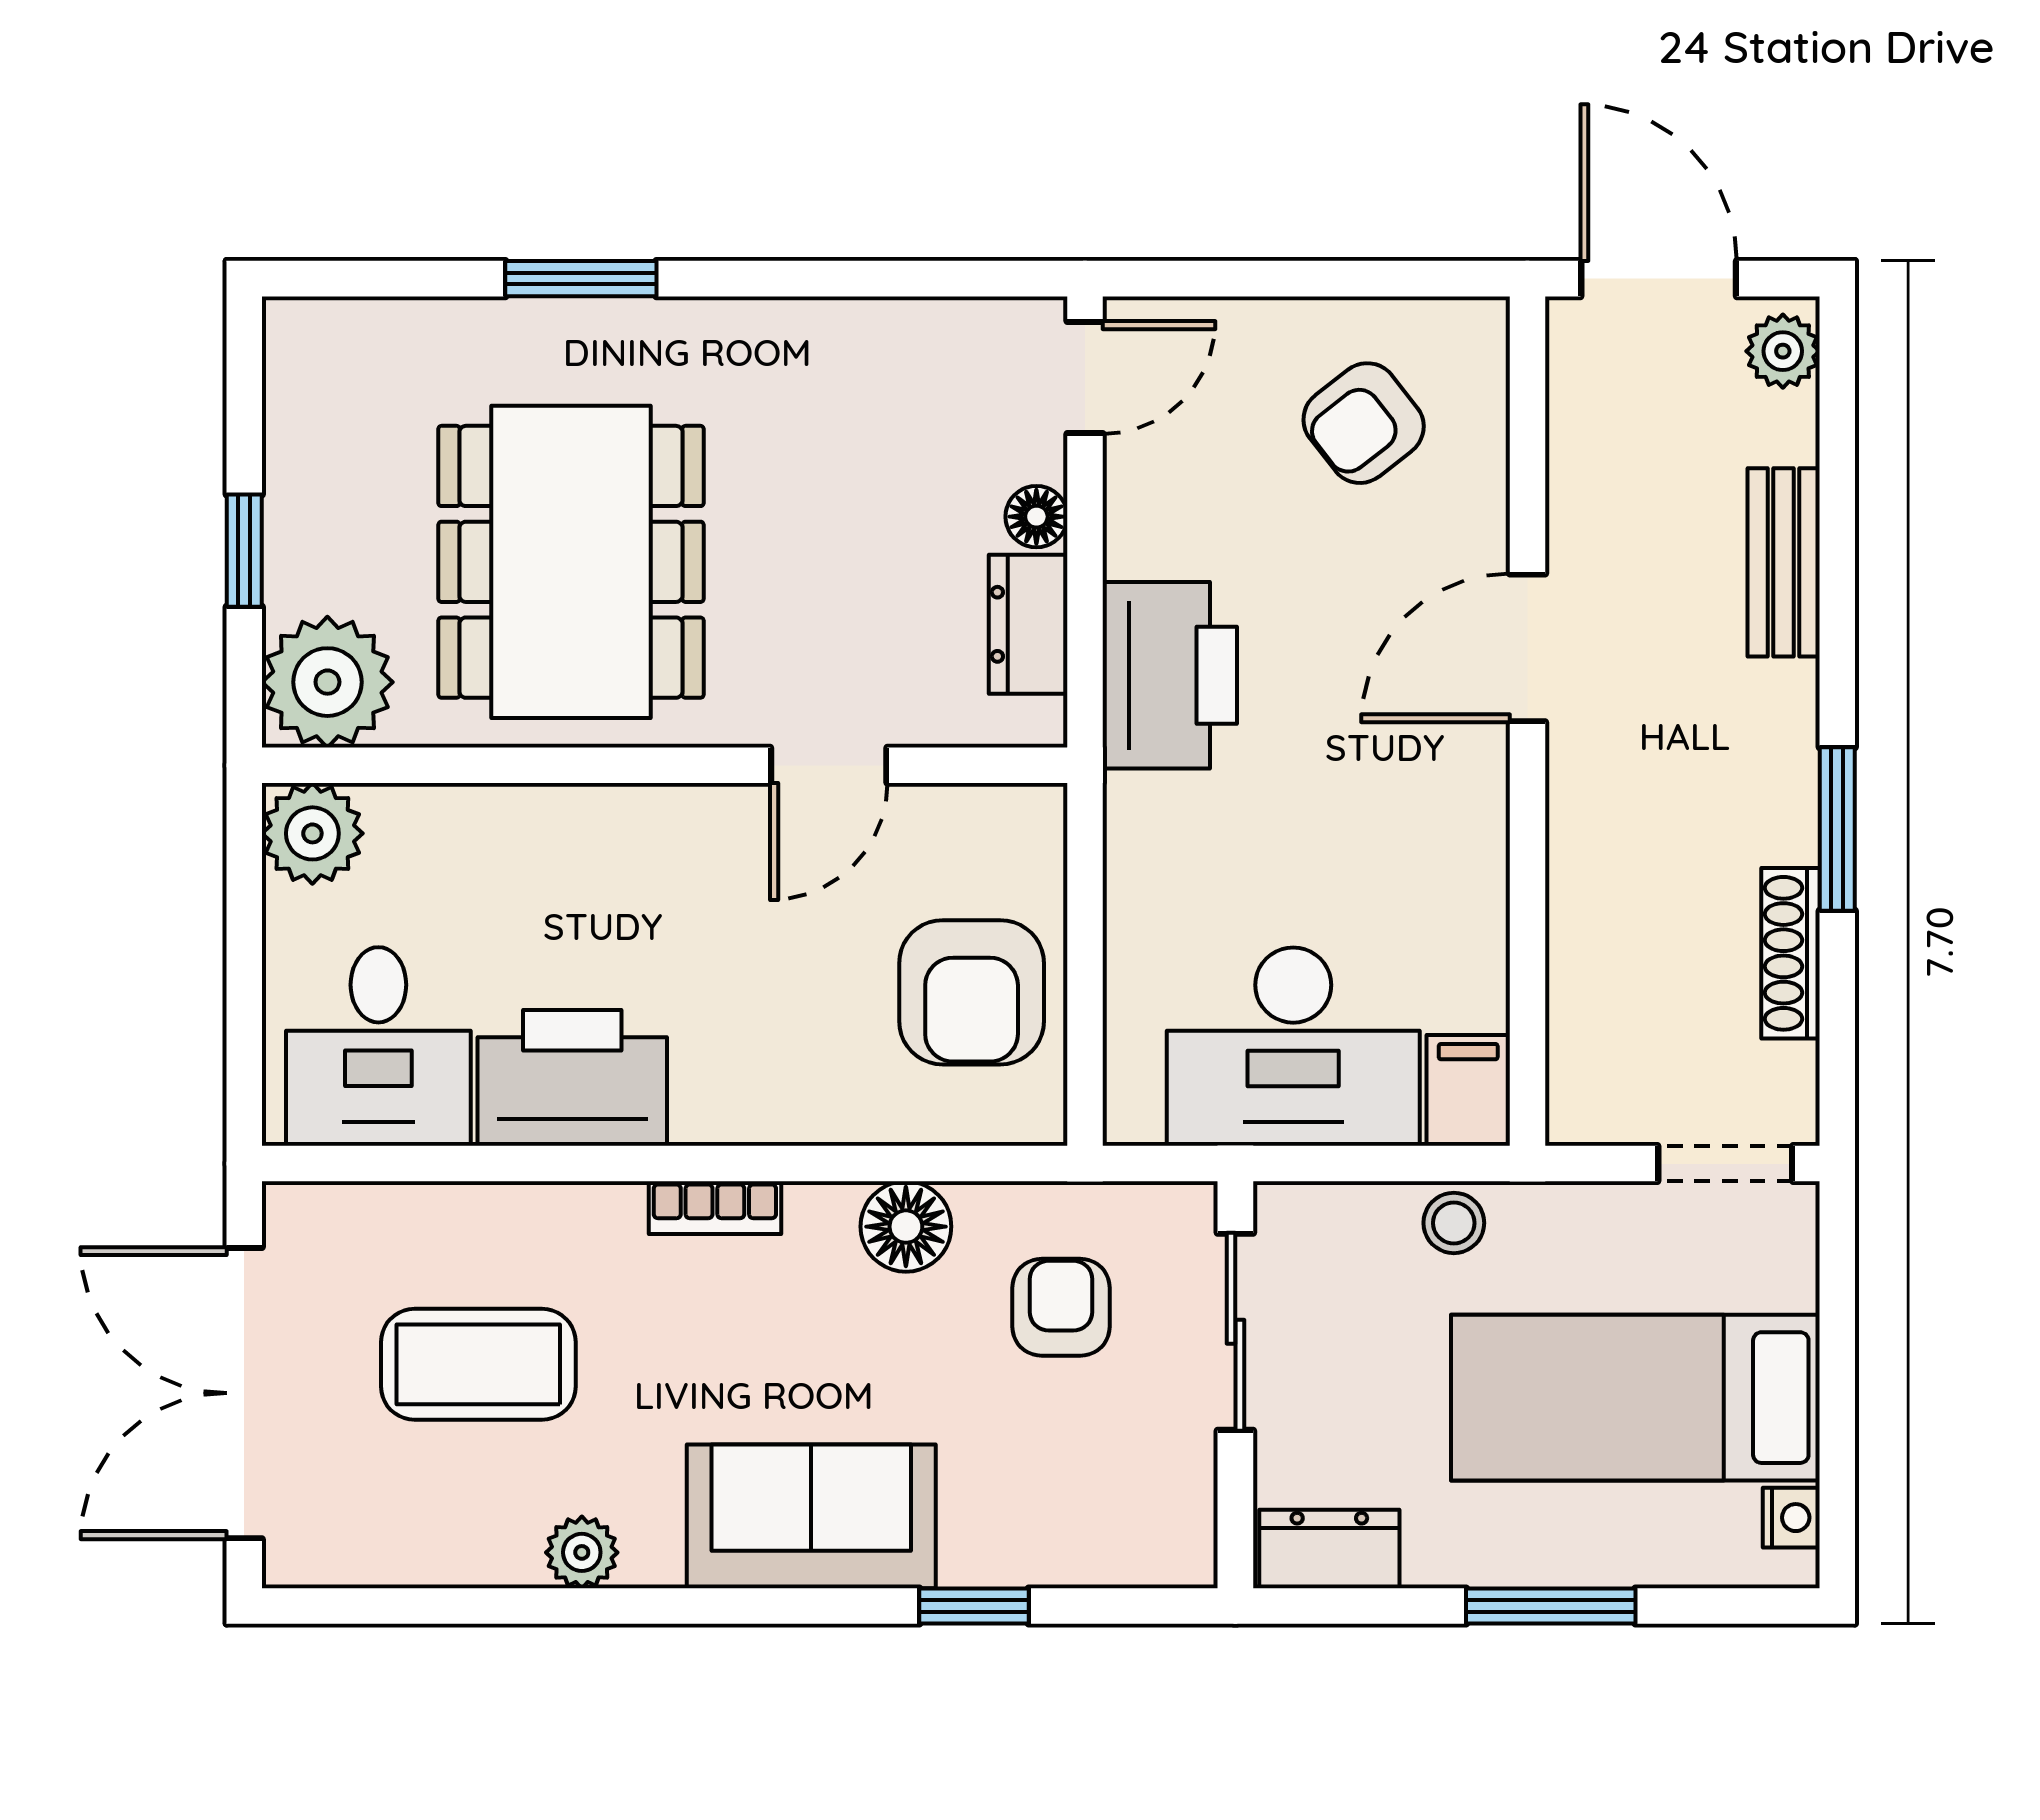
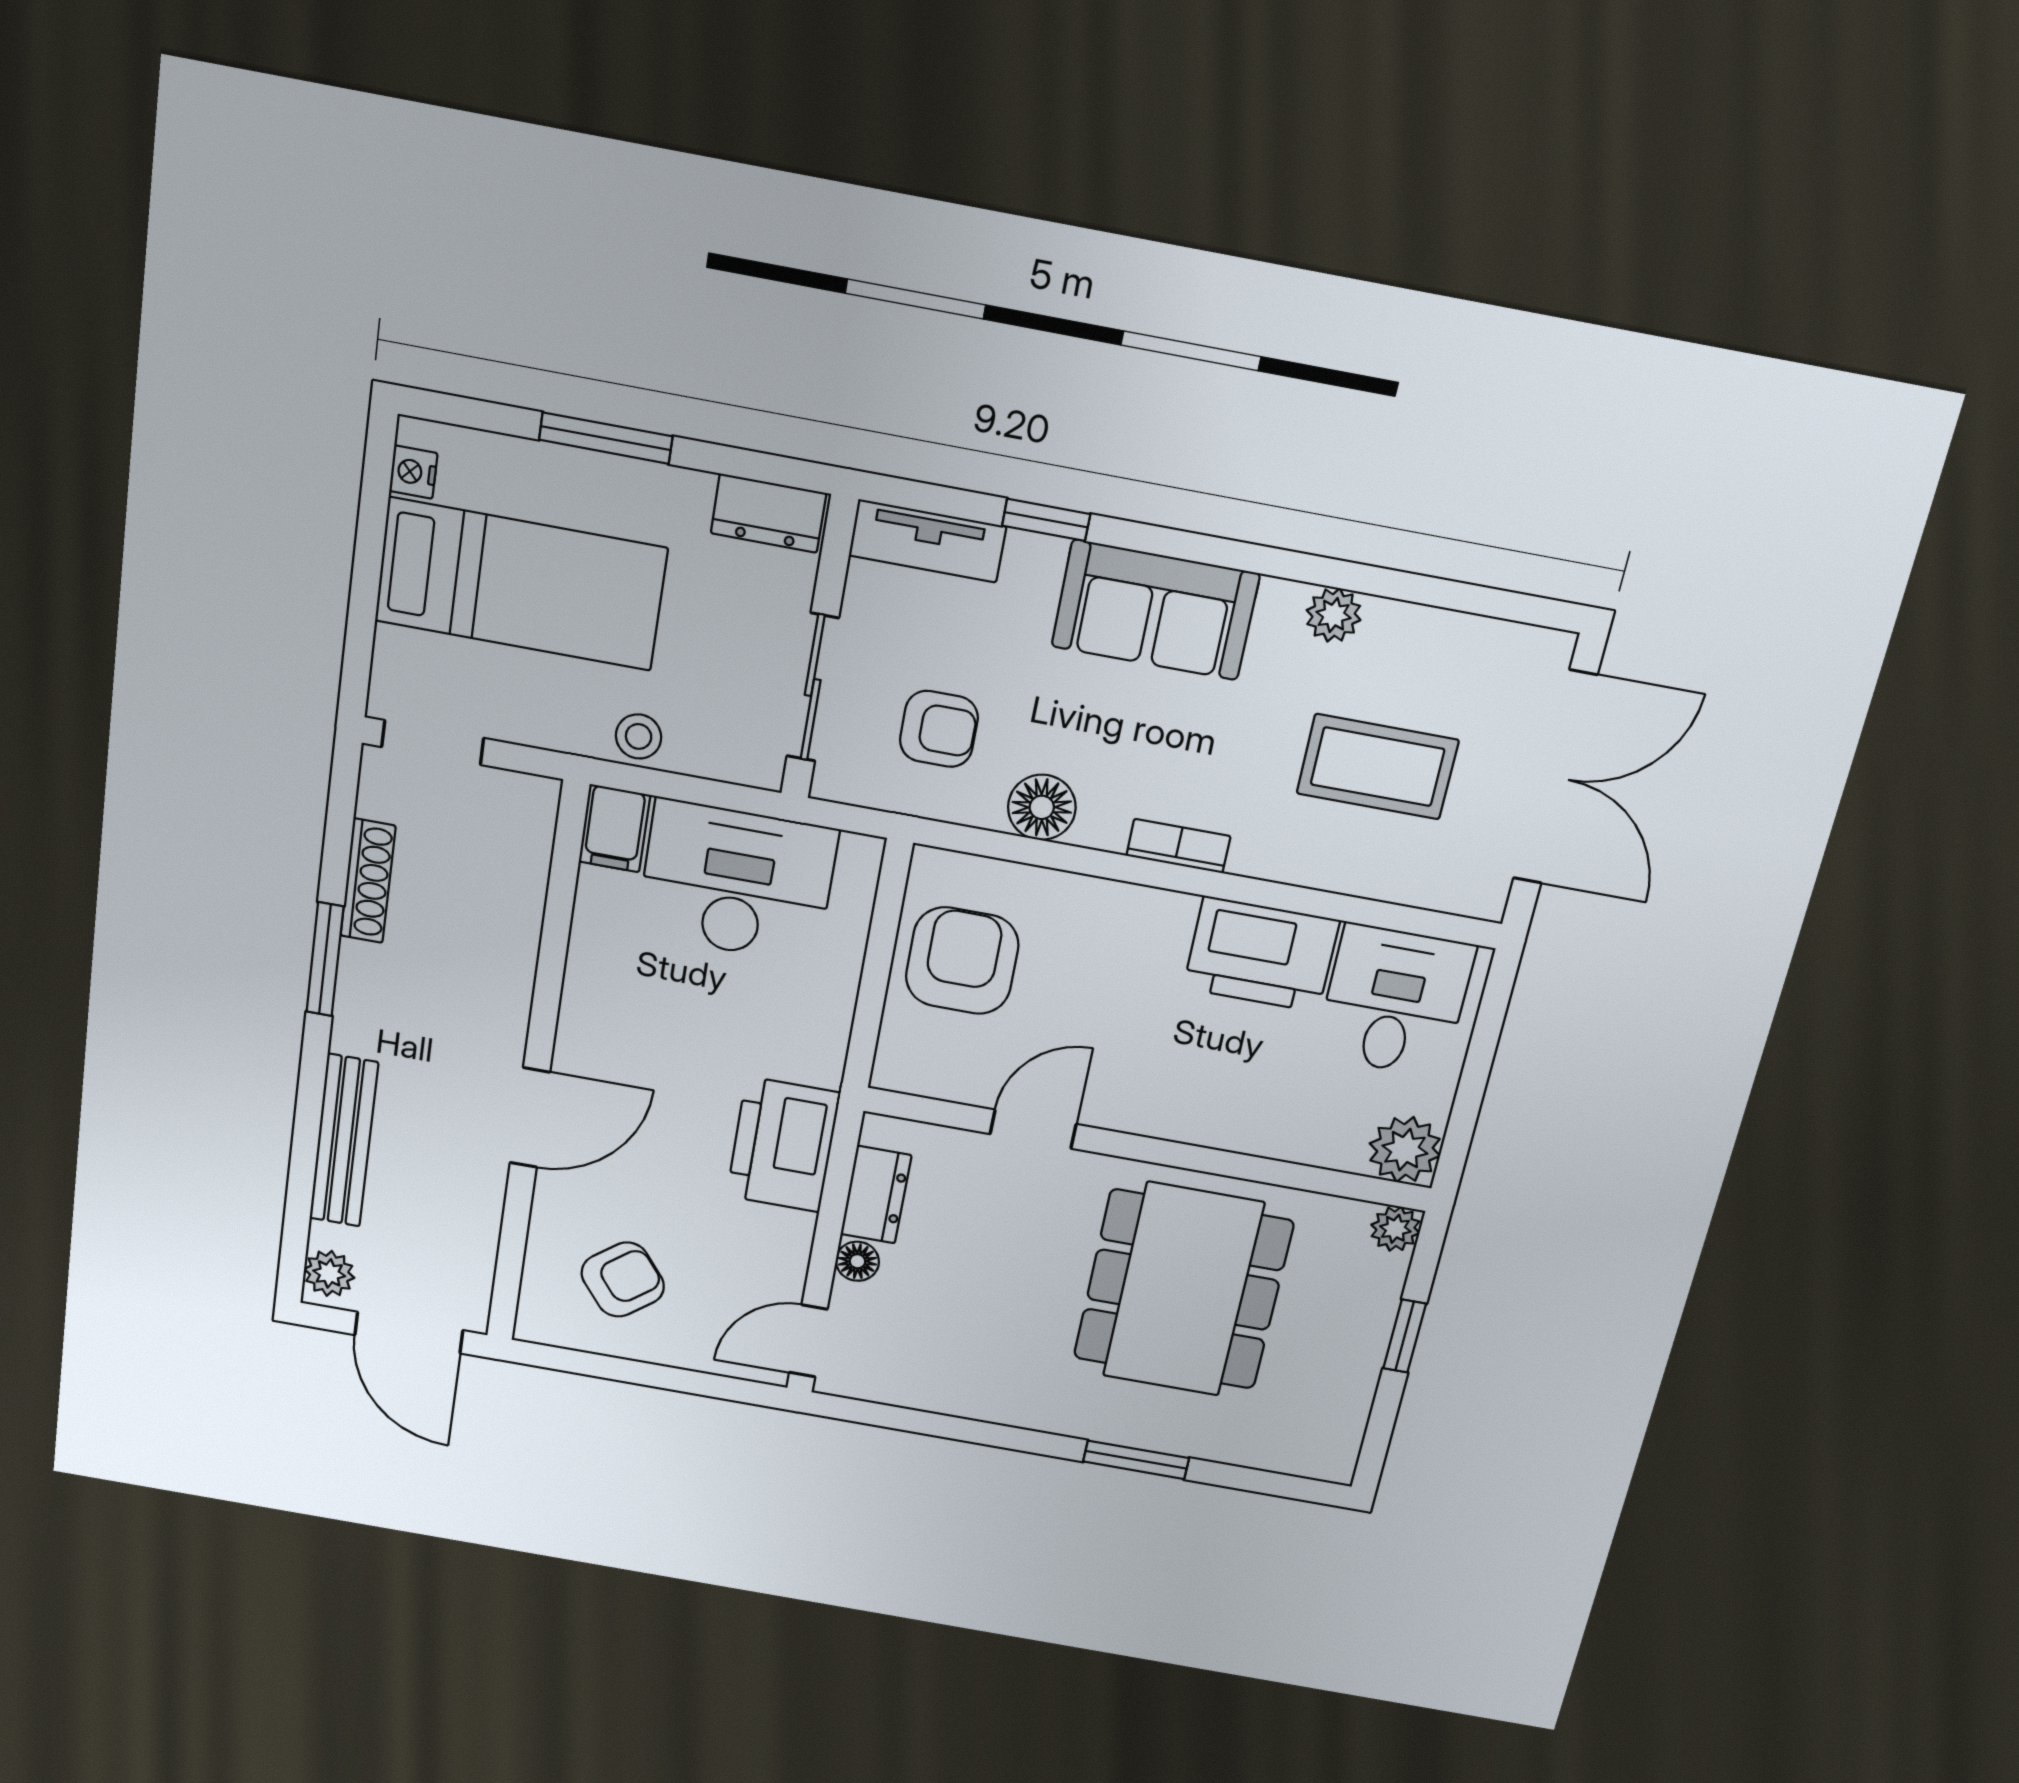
bench: (1784, 562) -> (344, 1141), width x1.36
plant: (327, 682) -> (1395, 1229), width x0.53, depth x0.53
armchair: (1061, 1307) -> (939, 729), turned -90
tv unit: (1120, 1551) -> (927, 541), added

